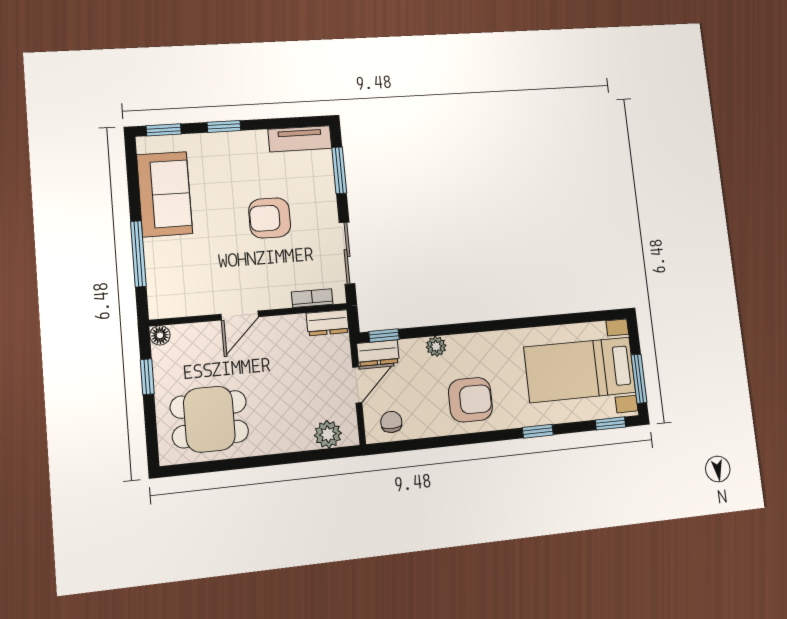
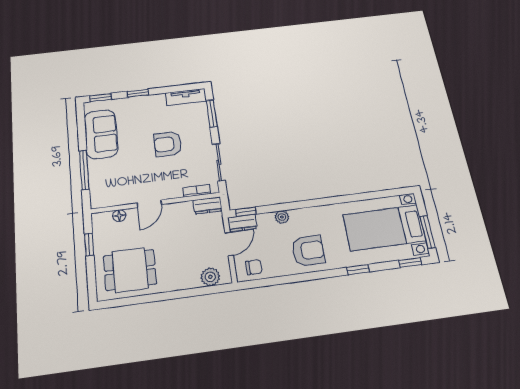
floor lamp: (160, 335) -> (119, 216), moved
chair: (391, 422) -> (254, 267), turned 90

